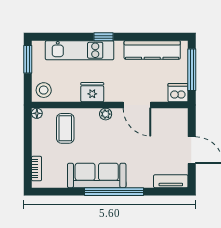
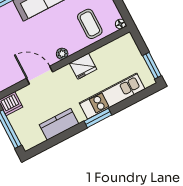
window: (104, 37) -> (98, 118), width x1.50
kitchen counter: (152, 50) -> (59, 124), width x0.67
stool: (44, 90) -> (125, 47), removed

